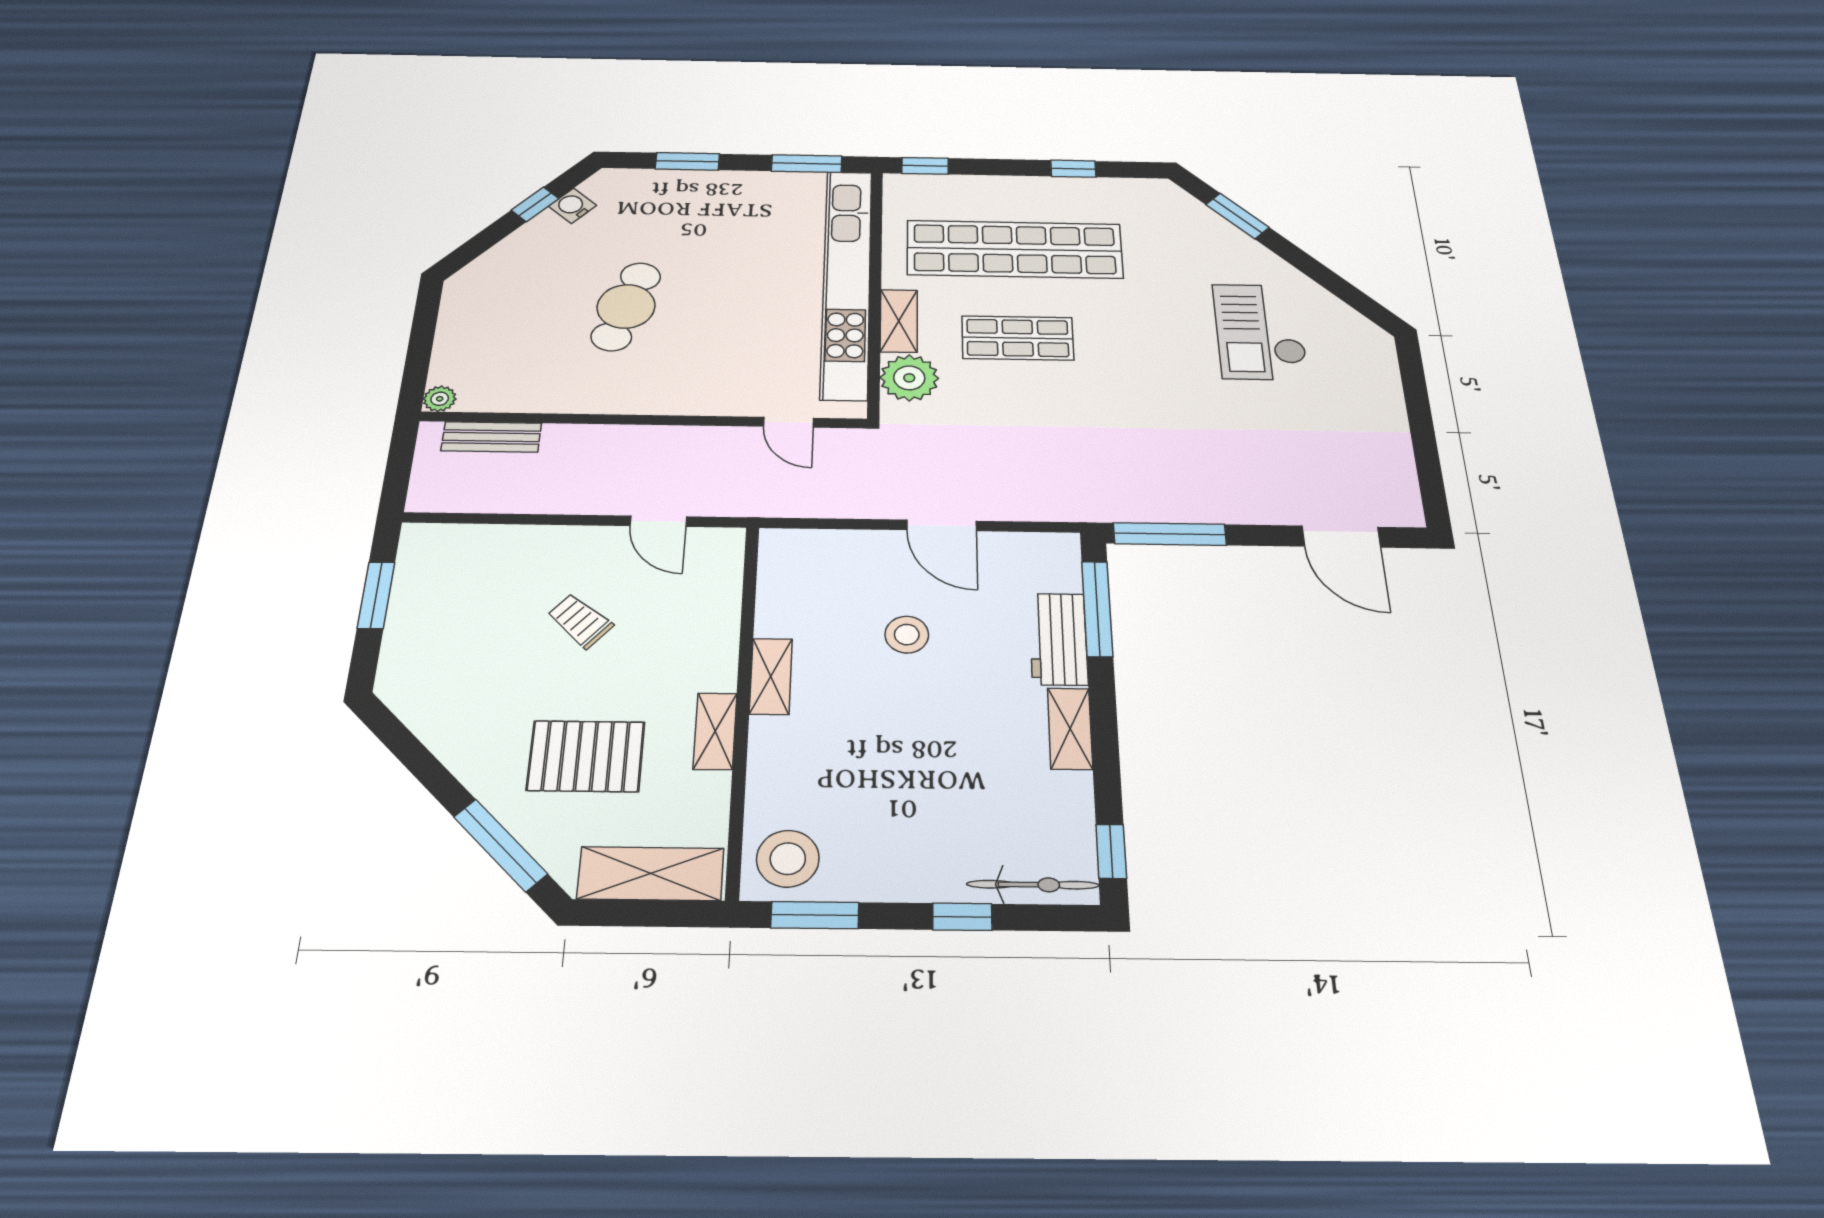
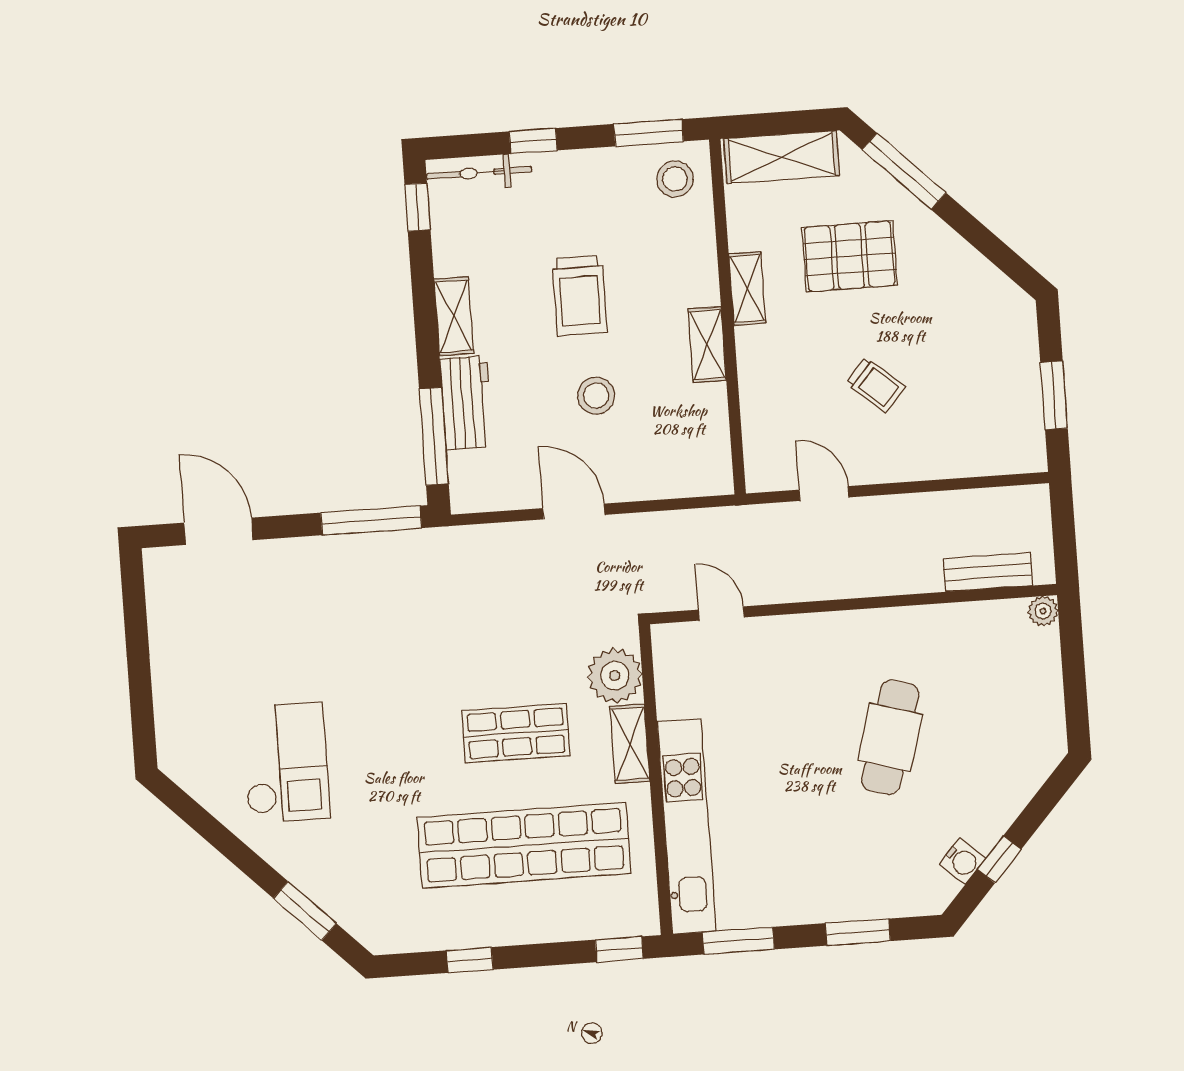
kitchen unit: (847, 282) -> (687, 826), width x0.73
trolley: (918, 739) -> (580, 295), added
stool: (788, 859) -> (675, 179), width x0.73, depth x0.73

